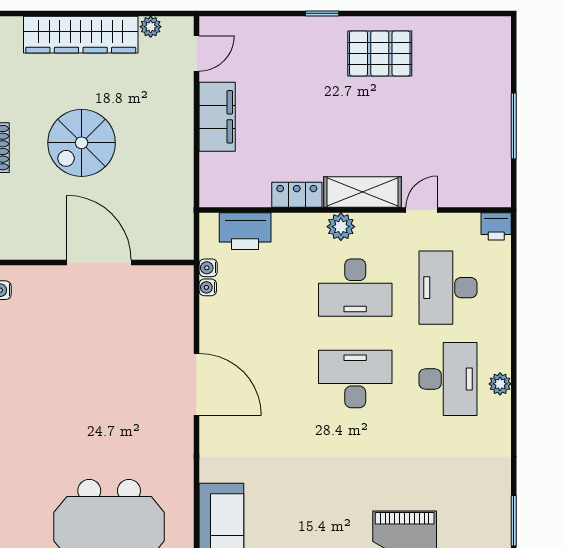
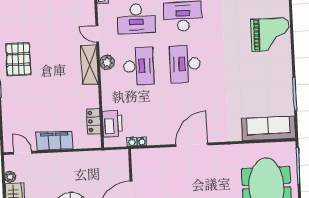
locker: (297, 195) -> (94, 121), moved
plant: (341, 227) -> (107, 62), moved

